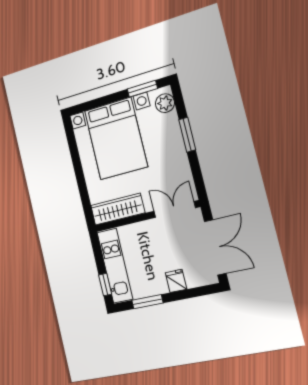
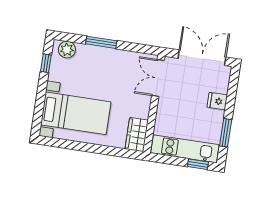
window: (142, 89) -> (46, 63), width x0.67
bed with nightstands: (116, 139) -> (76, 113), width x0.73
wardrobe: (118, 209) -> (137, 135), width x0.67

